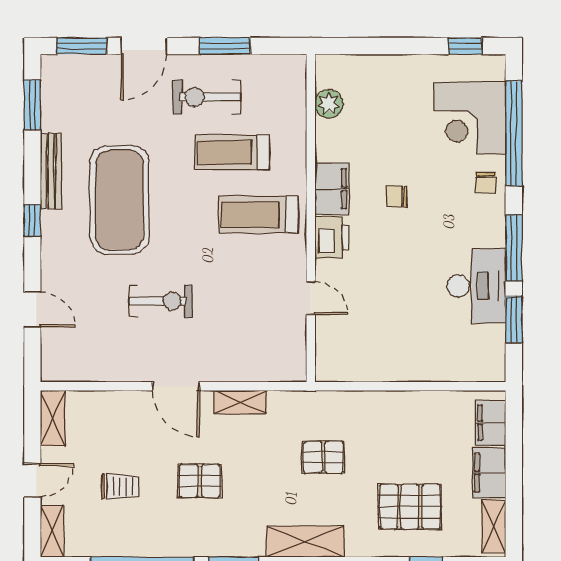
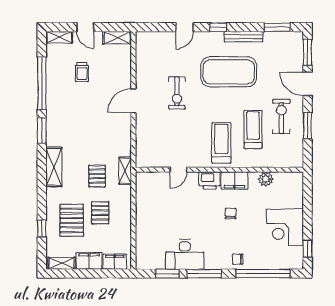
plant: (329, 104) -> (266, 179), moved
corner desk: (470, 118) -> (285, 227), moved, turned -90
door: (32, 310) -> (184, 27), moved
shelving: (240, 402) -> (125, 171), moved
pallet: (200, 481) -> (100, 213), moved

